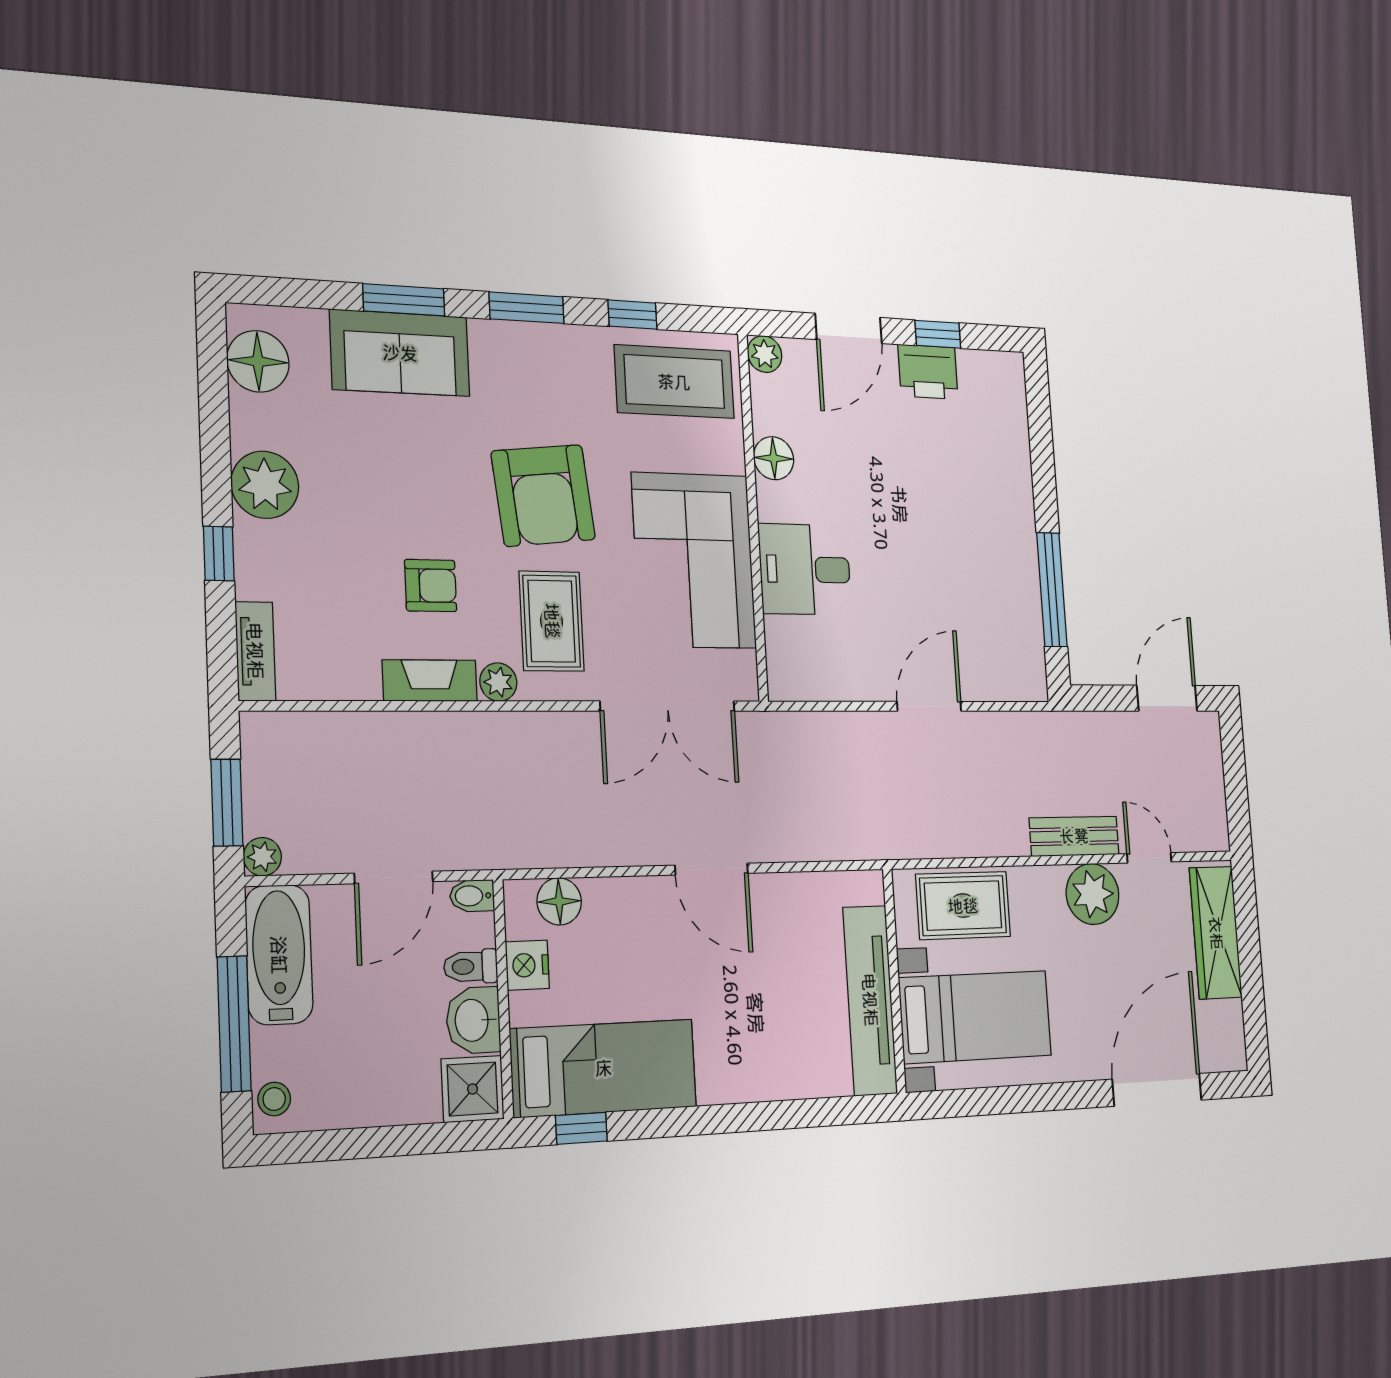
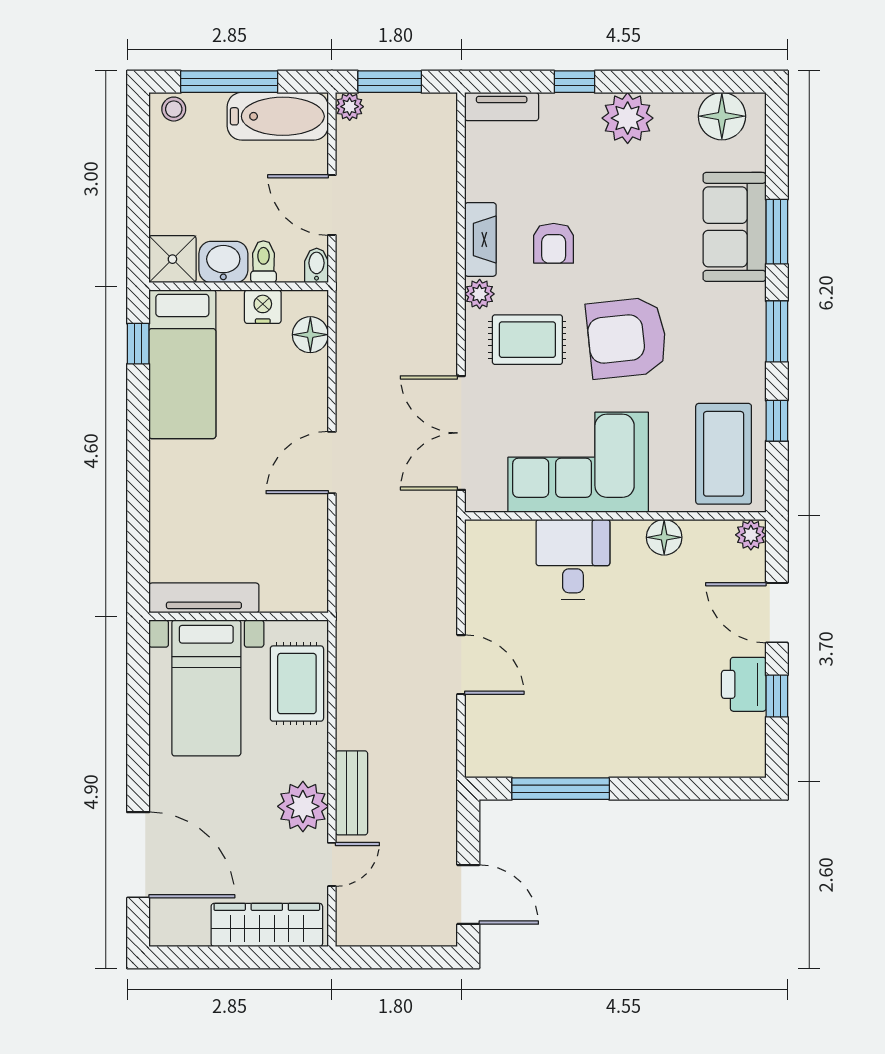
tv unit: (870, 1000) -> (204, 598), width x0.73, depth x0.78

